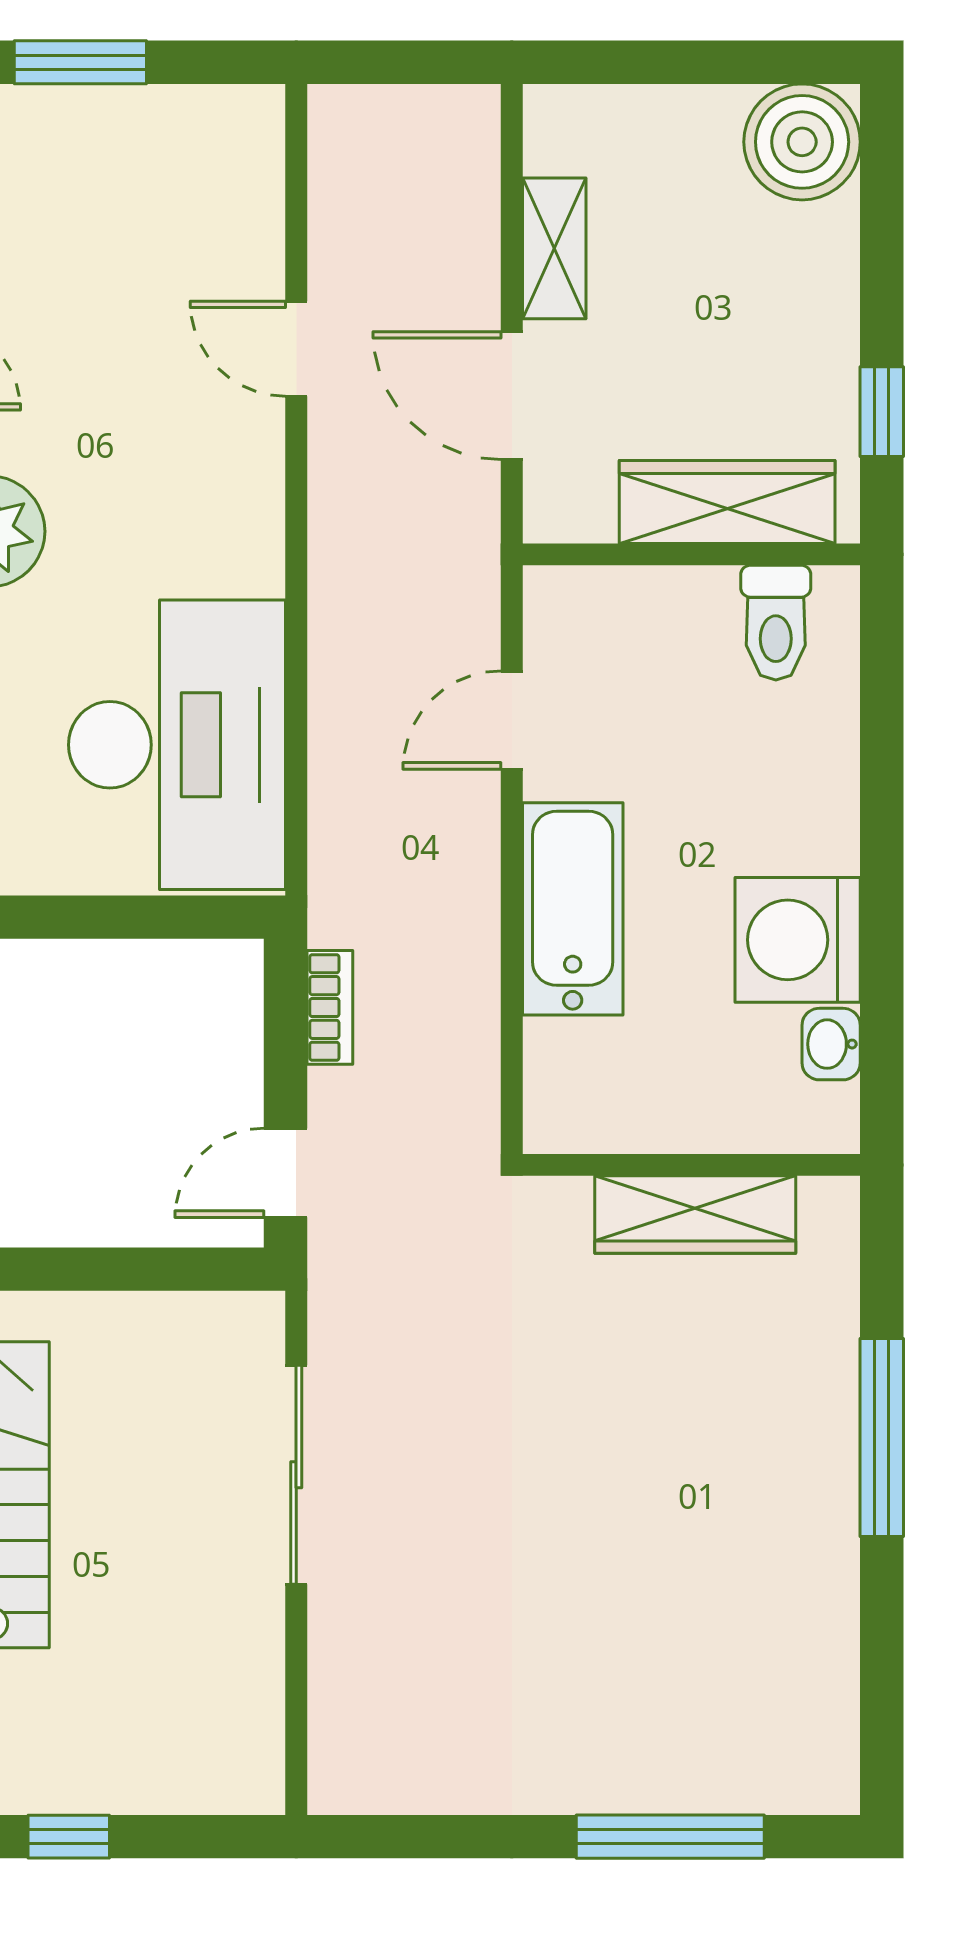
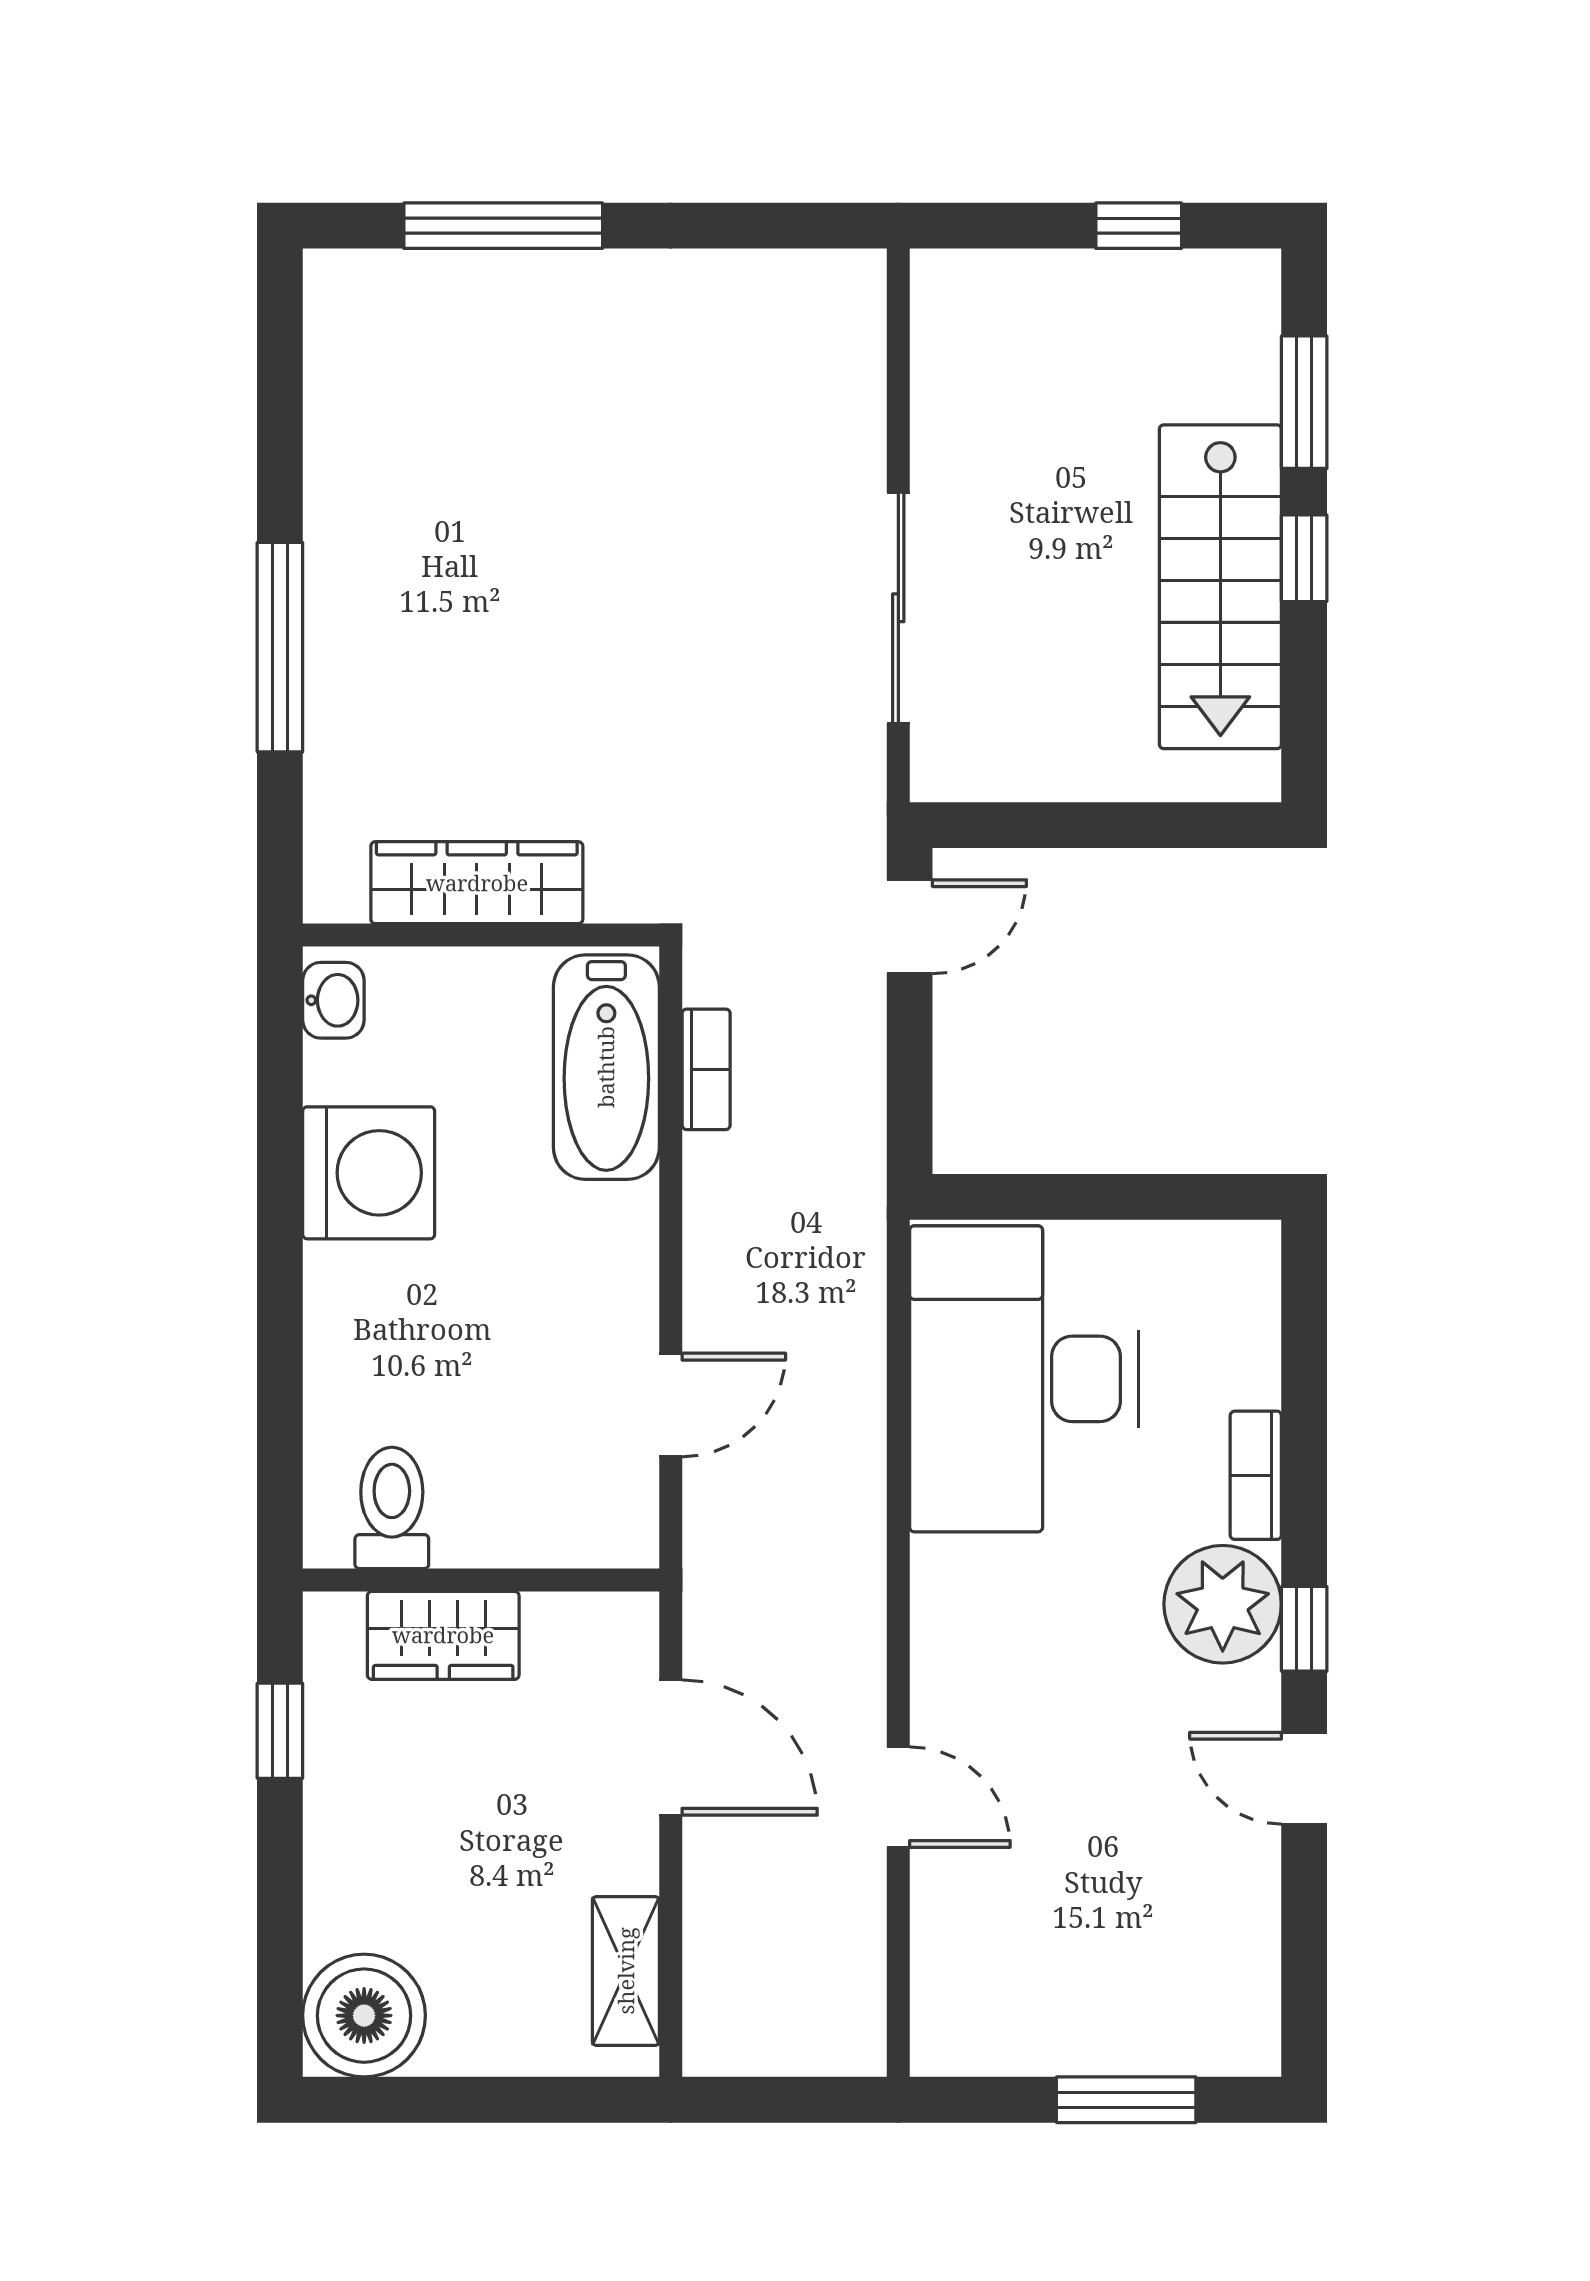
shelving: (554, 248) -> (626, 1971), moved
wardrobe: (727, 502) -> (443, 1635), width x0.67
bathtub: (573, 909) -> (606, 1067), moved
bookcase: (330, 1007) -> (706, 1069), moved, turned 180
washbasin: (831, 1044) -> (333, 1000), moved

